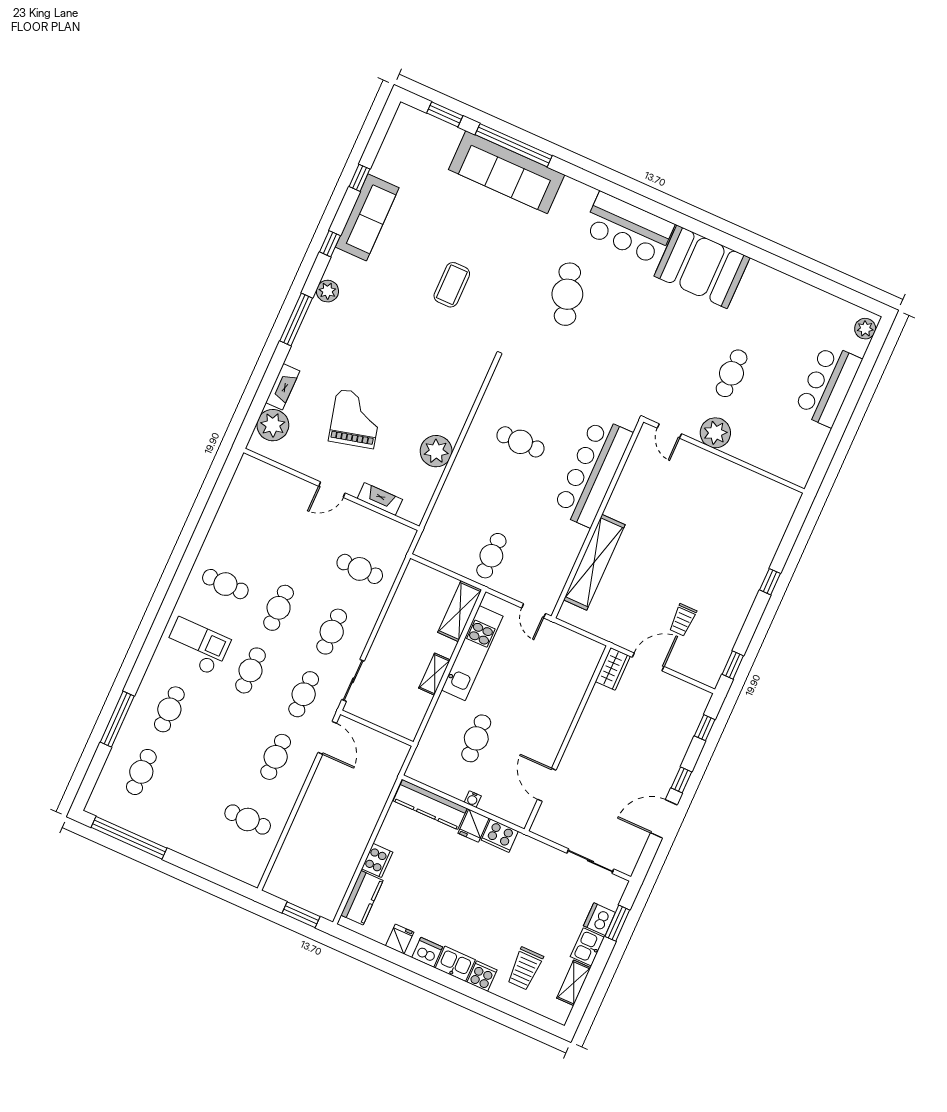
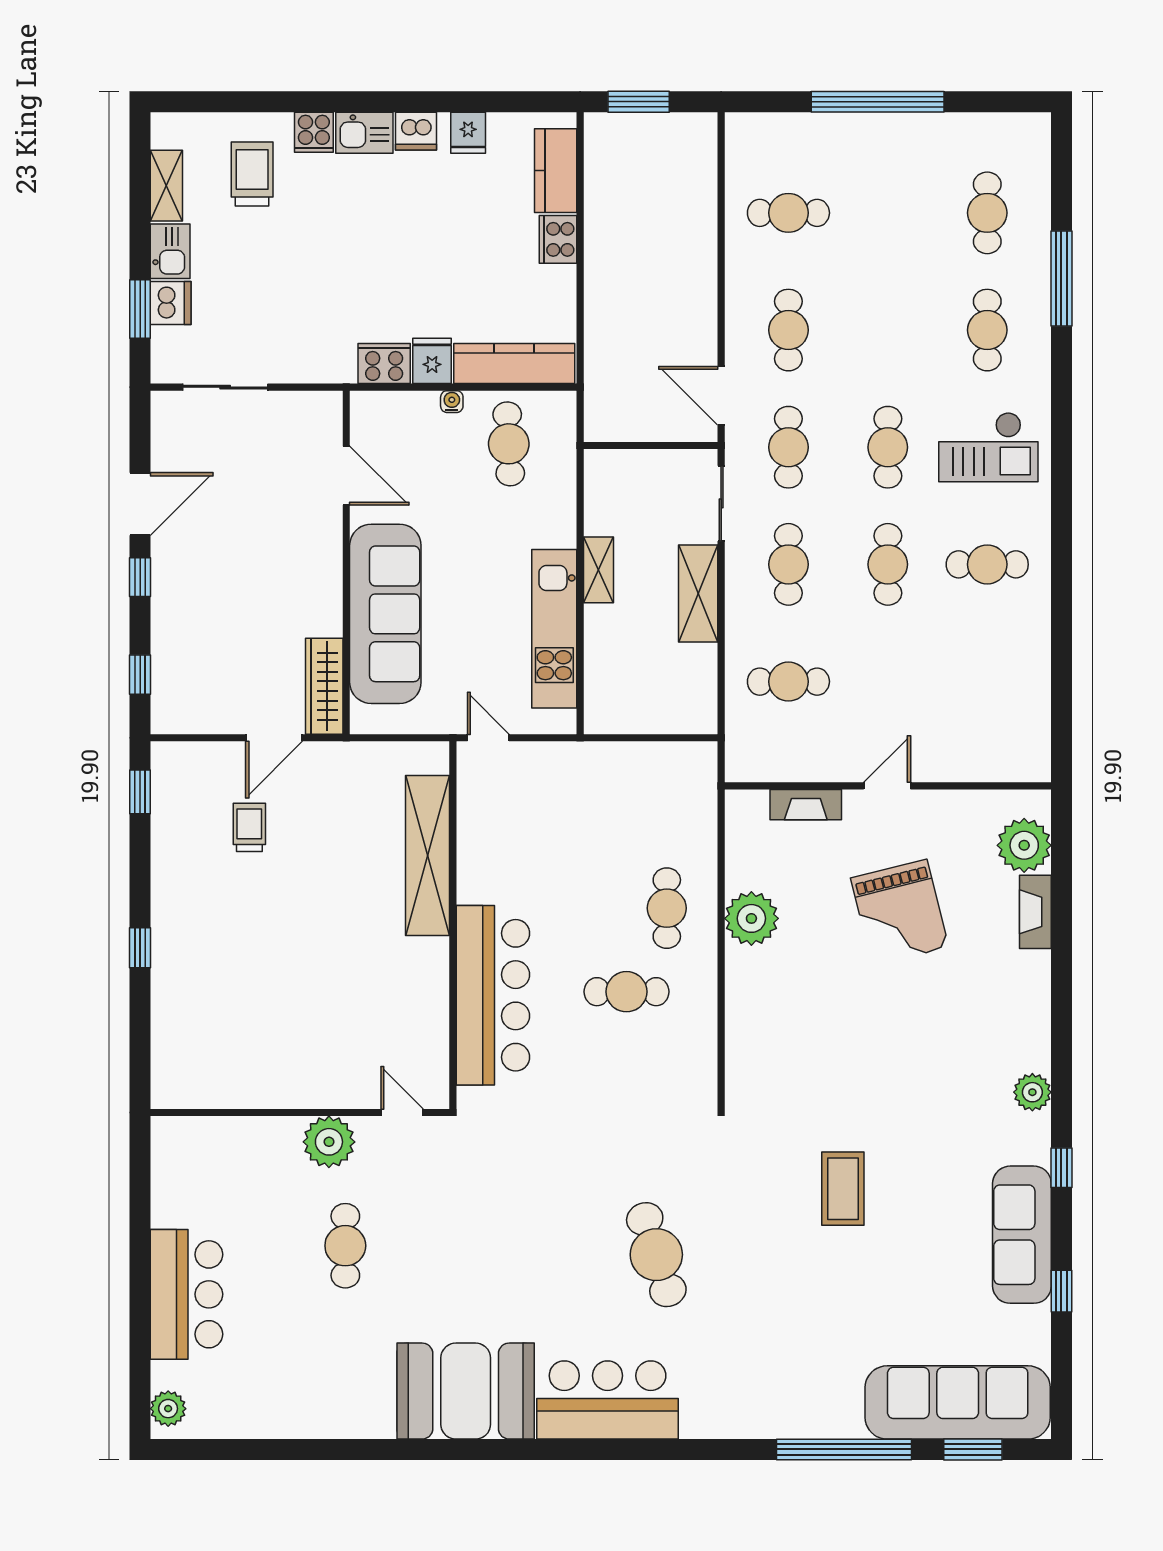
sofa: (507, 172) -> (958, 1402), moved
window: (296, 319) -> (1061, 1026), removed
cafe table: (491, 556) -> (667, 908), moved
shelving: (460, 611) -> (698, 593), moved
wardrobe: (613, 669) -> (324, 686), width x1.50
sofa: (559, 702) -> (385, 614), added
cafe table: (476, 738) -> (509, 444), moved
window: (129, 838) -> (878, 102), moved

